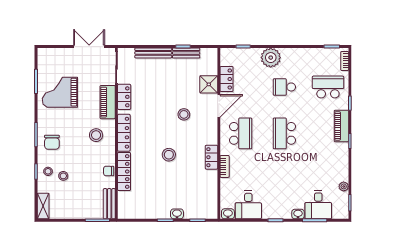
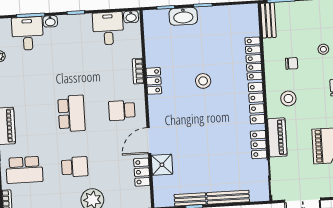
stool: (184, 114) -> (189, 128), removed
school desk: (241, 133) -> (122, 110), width x0.54
chair: (109, 171) -> (292, 63), moved
washbasin: (177, 214) -> (183, 16), width x1.91, depth x1.45

